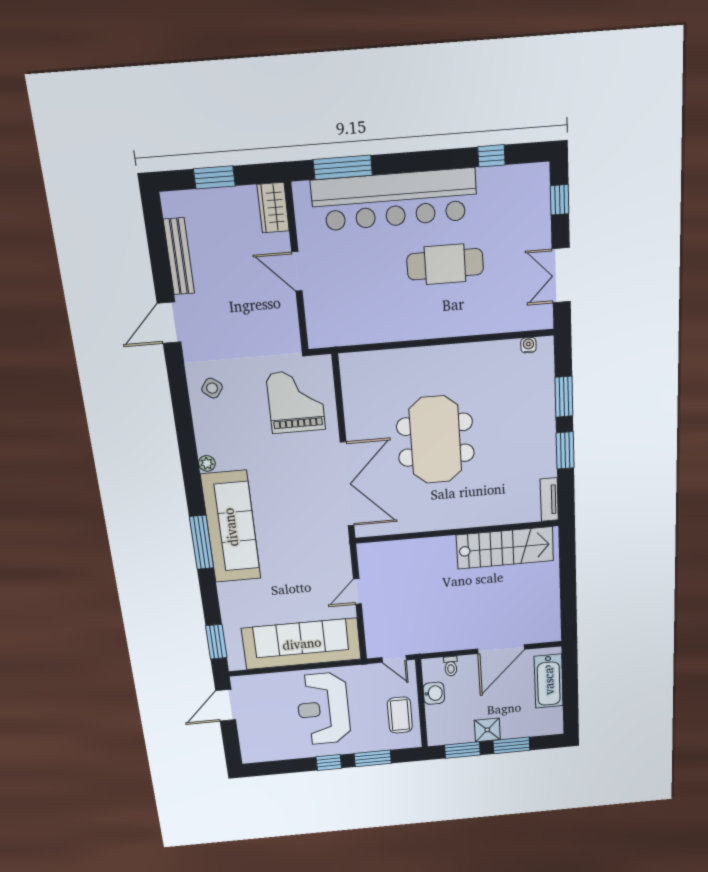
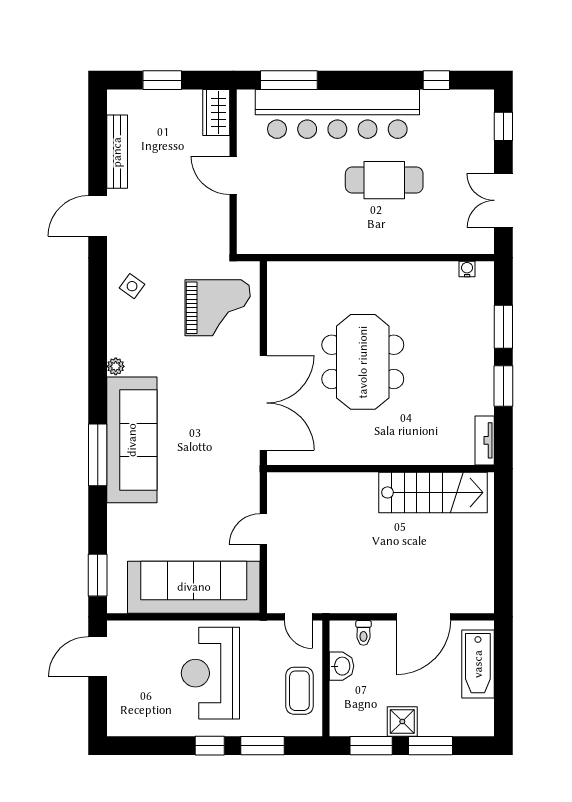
grand piano: (296, 401) -> (218, 308), turned 90

